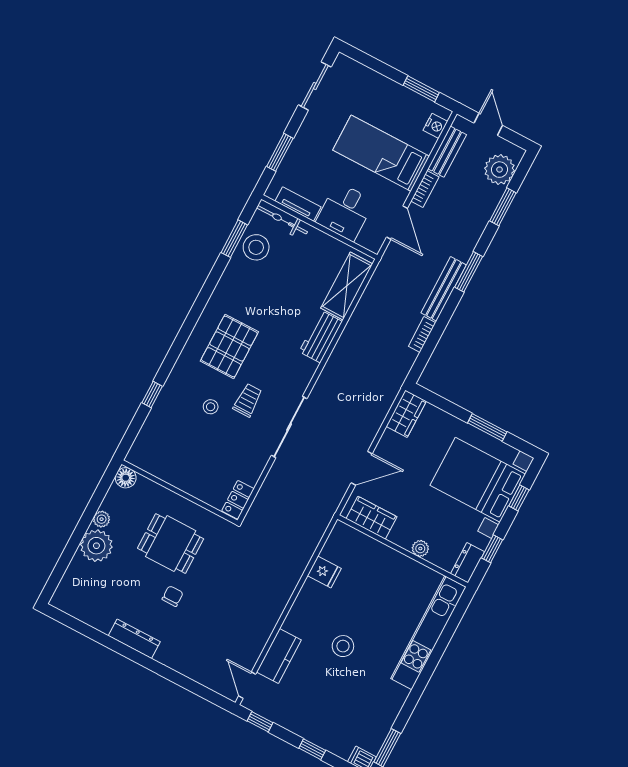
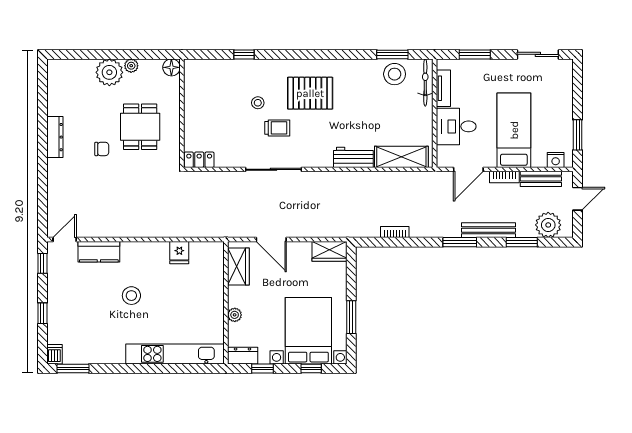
bench: (444, 289) -> (488, 230), moved

